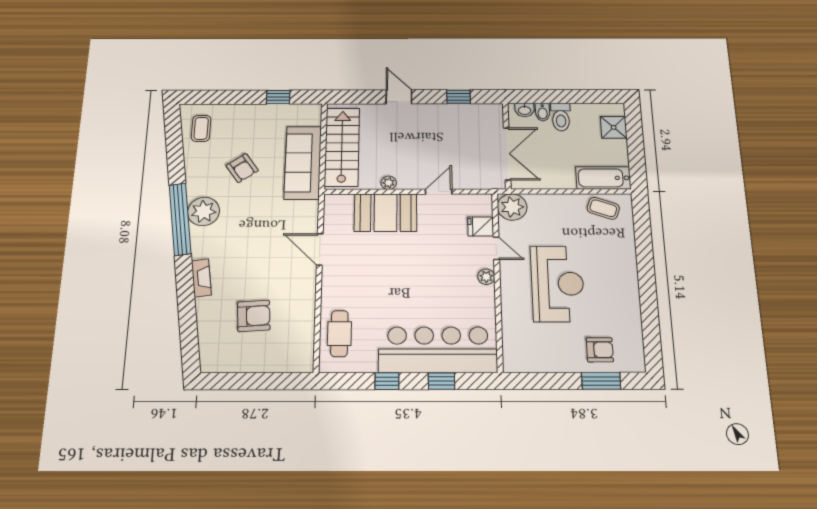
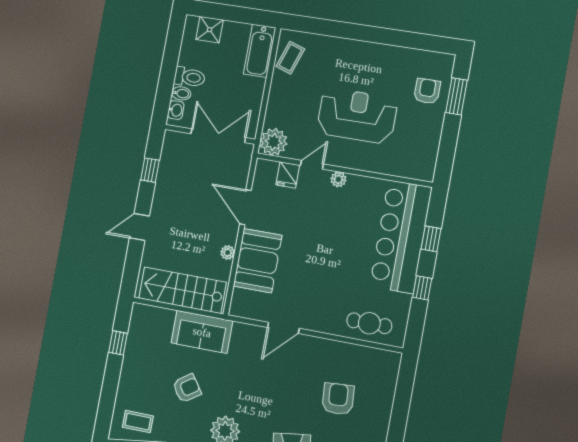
sofa: (303, 163) -> (202, 332), width x0.73
door: (439, 192) -> (245, 207), width x1.38

